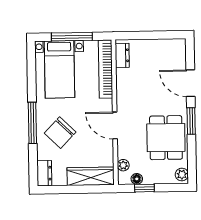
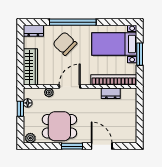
window: (72, 37) -> (140, 54), width x0.69
dresser: (122, 55) -> (111, 93), moved
door: (190, 83) -> (102, 146), hinge flipped
window: (32, 123) -> (73, 22), width x1.46
plant: (123, 165) -> (49, 92), moved

